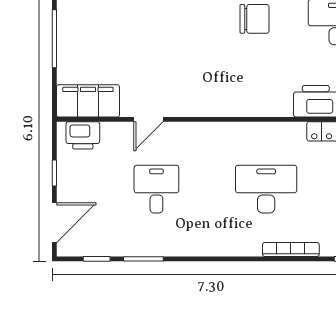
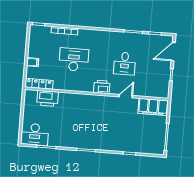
chair: (254, 19) -> (73, 139), removed
printer: (83, 135) -> (102, 87), moved
desk: (266, 189) -> (74, 60), turned 180

